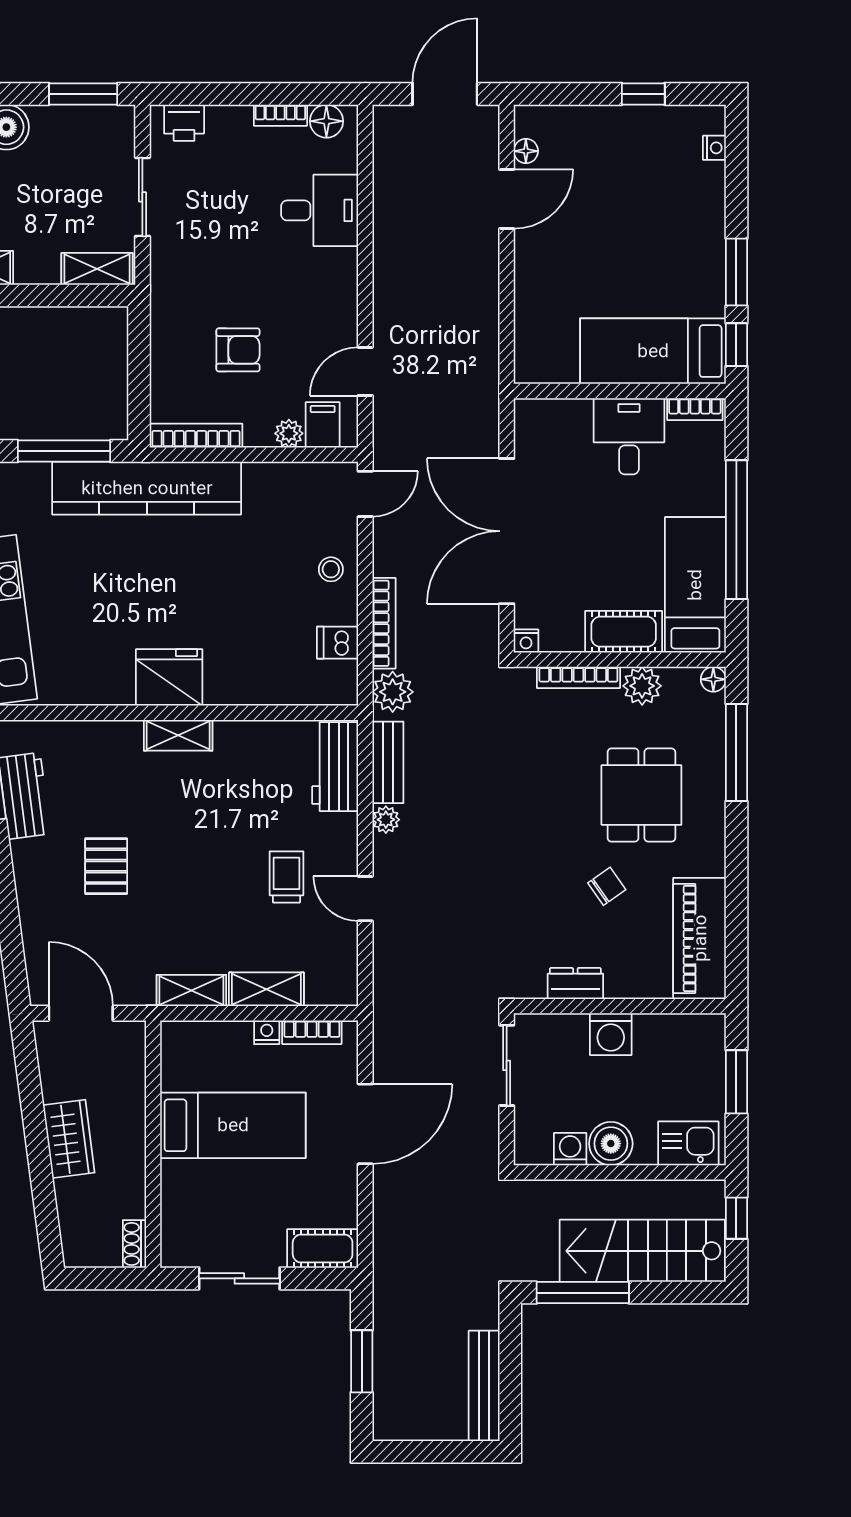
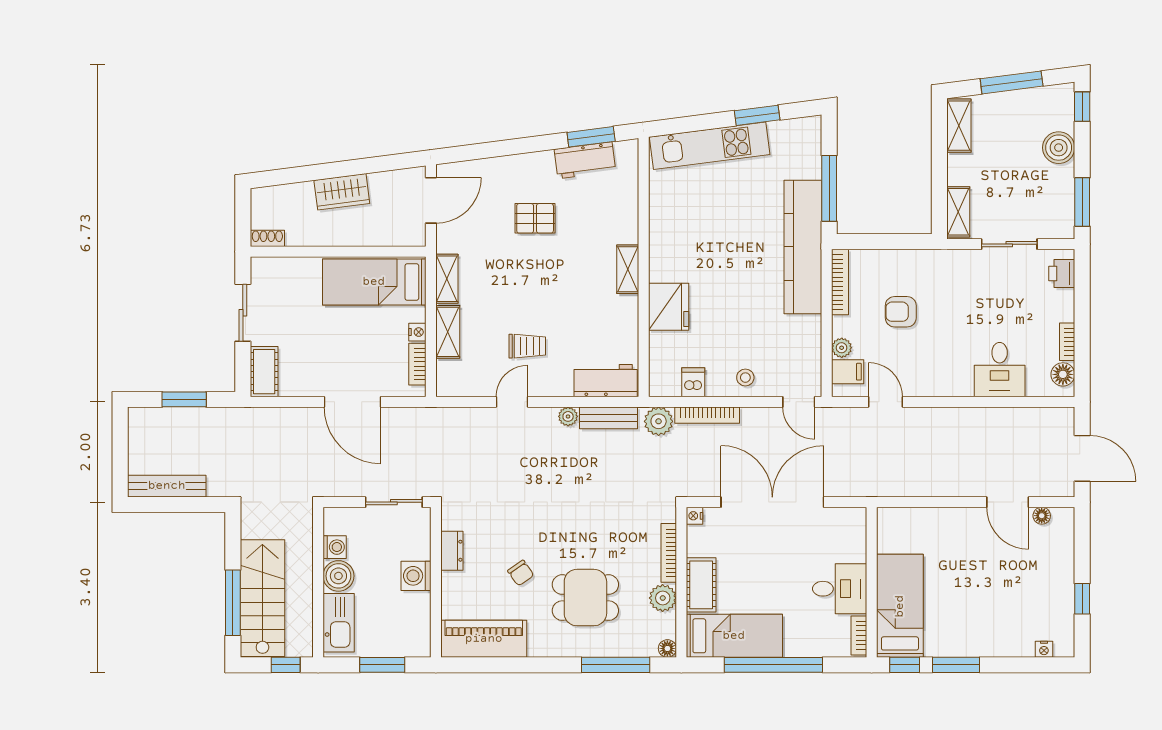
armchair: (238, 350) -> (901, 312), turned 90
fridge: (169, 677) -> (669, 307), moved
bed: (233, 1125) -> (374, 282), moved, turned 90
kitchen sink: (688, 1143) -> (339, 623), width x1.38
window: (583, 1293) -> (233, 603), moved

